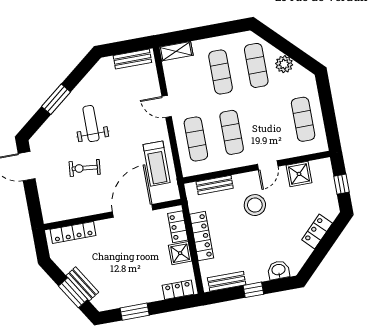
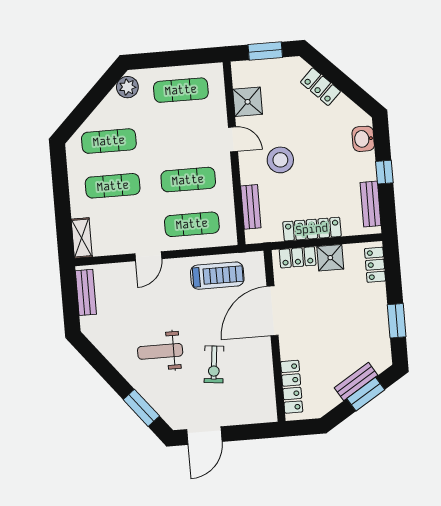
plant: (284, 64) -> (127, 87), moved
window: (56, 99) -> (141, 408), moved
window: (341, 184) -> (265, 51), width x1.50
door: (133, 211) -> (272, 311), hinge flipped

